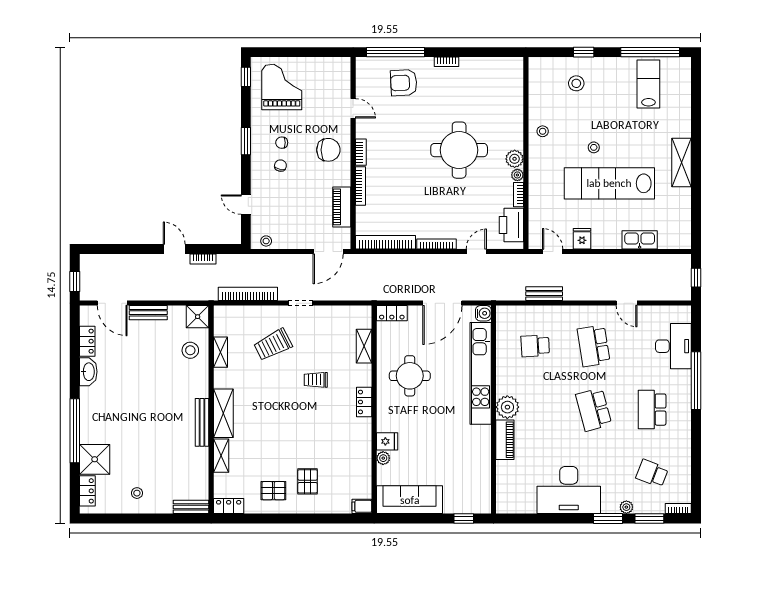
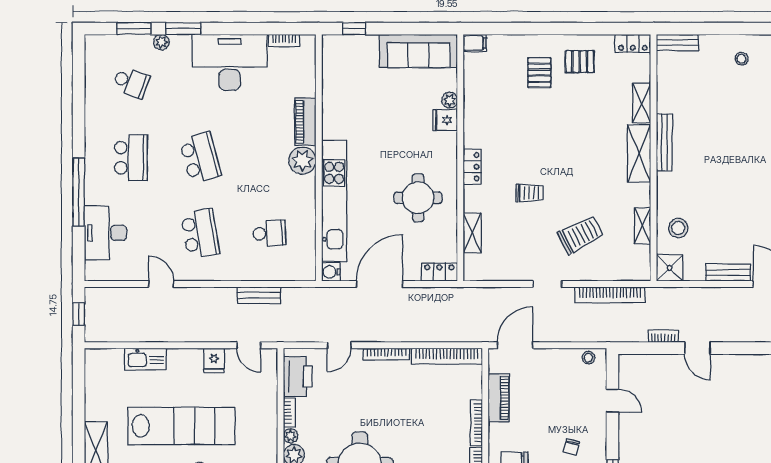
bookcase: (678, 508) -> (284, 40), moved

